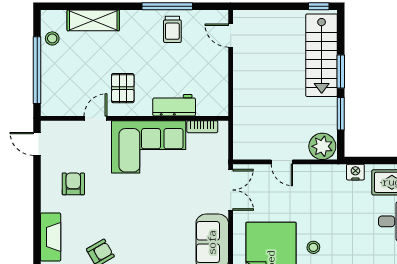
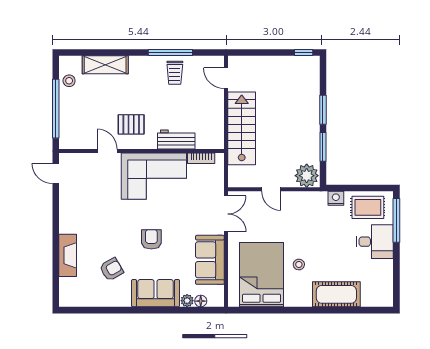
stairs: (322, 55) -> (242, 128), moved, turned 180
pallet: (123, 88) -> (131, 124), turned 90
door: (95, 118) -> (107, 151), hinge flipped
armchair: (73, 184) -> (151, 239), moved

